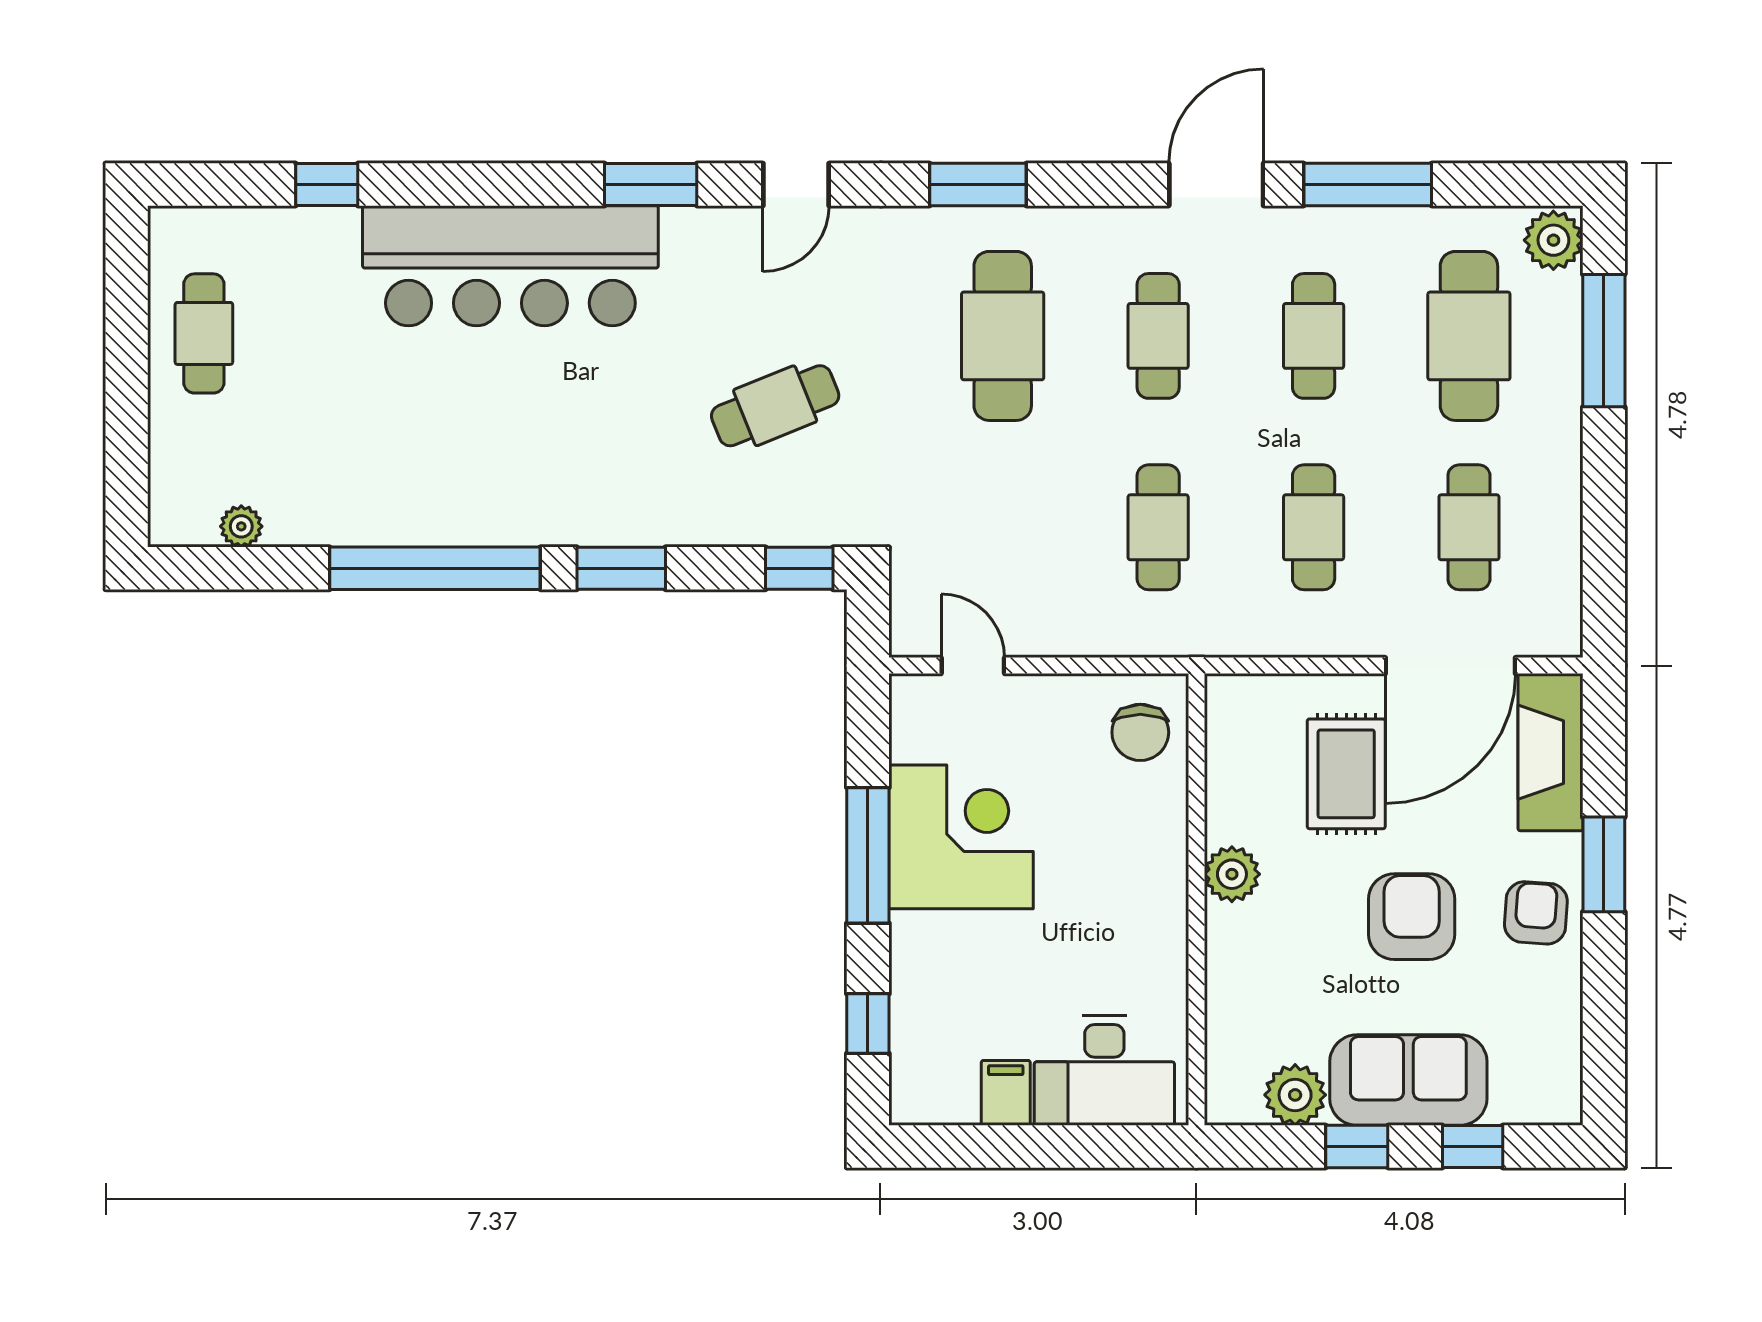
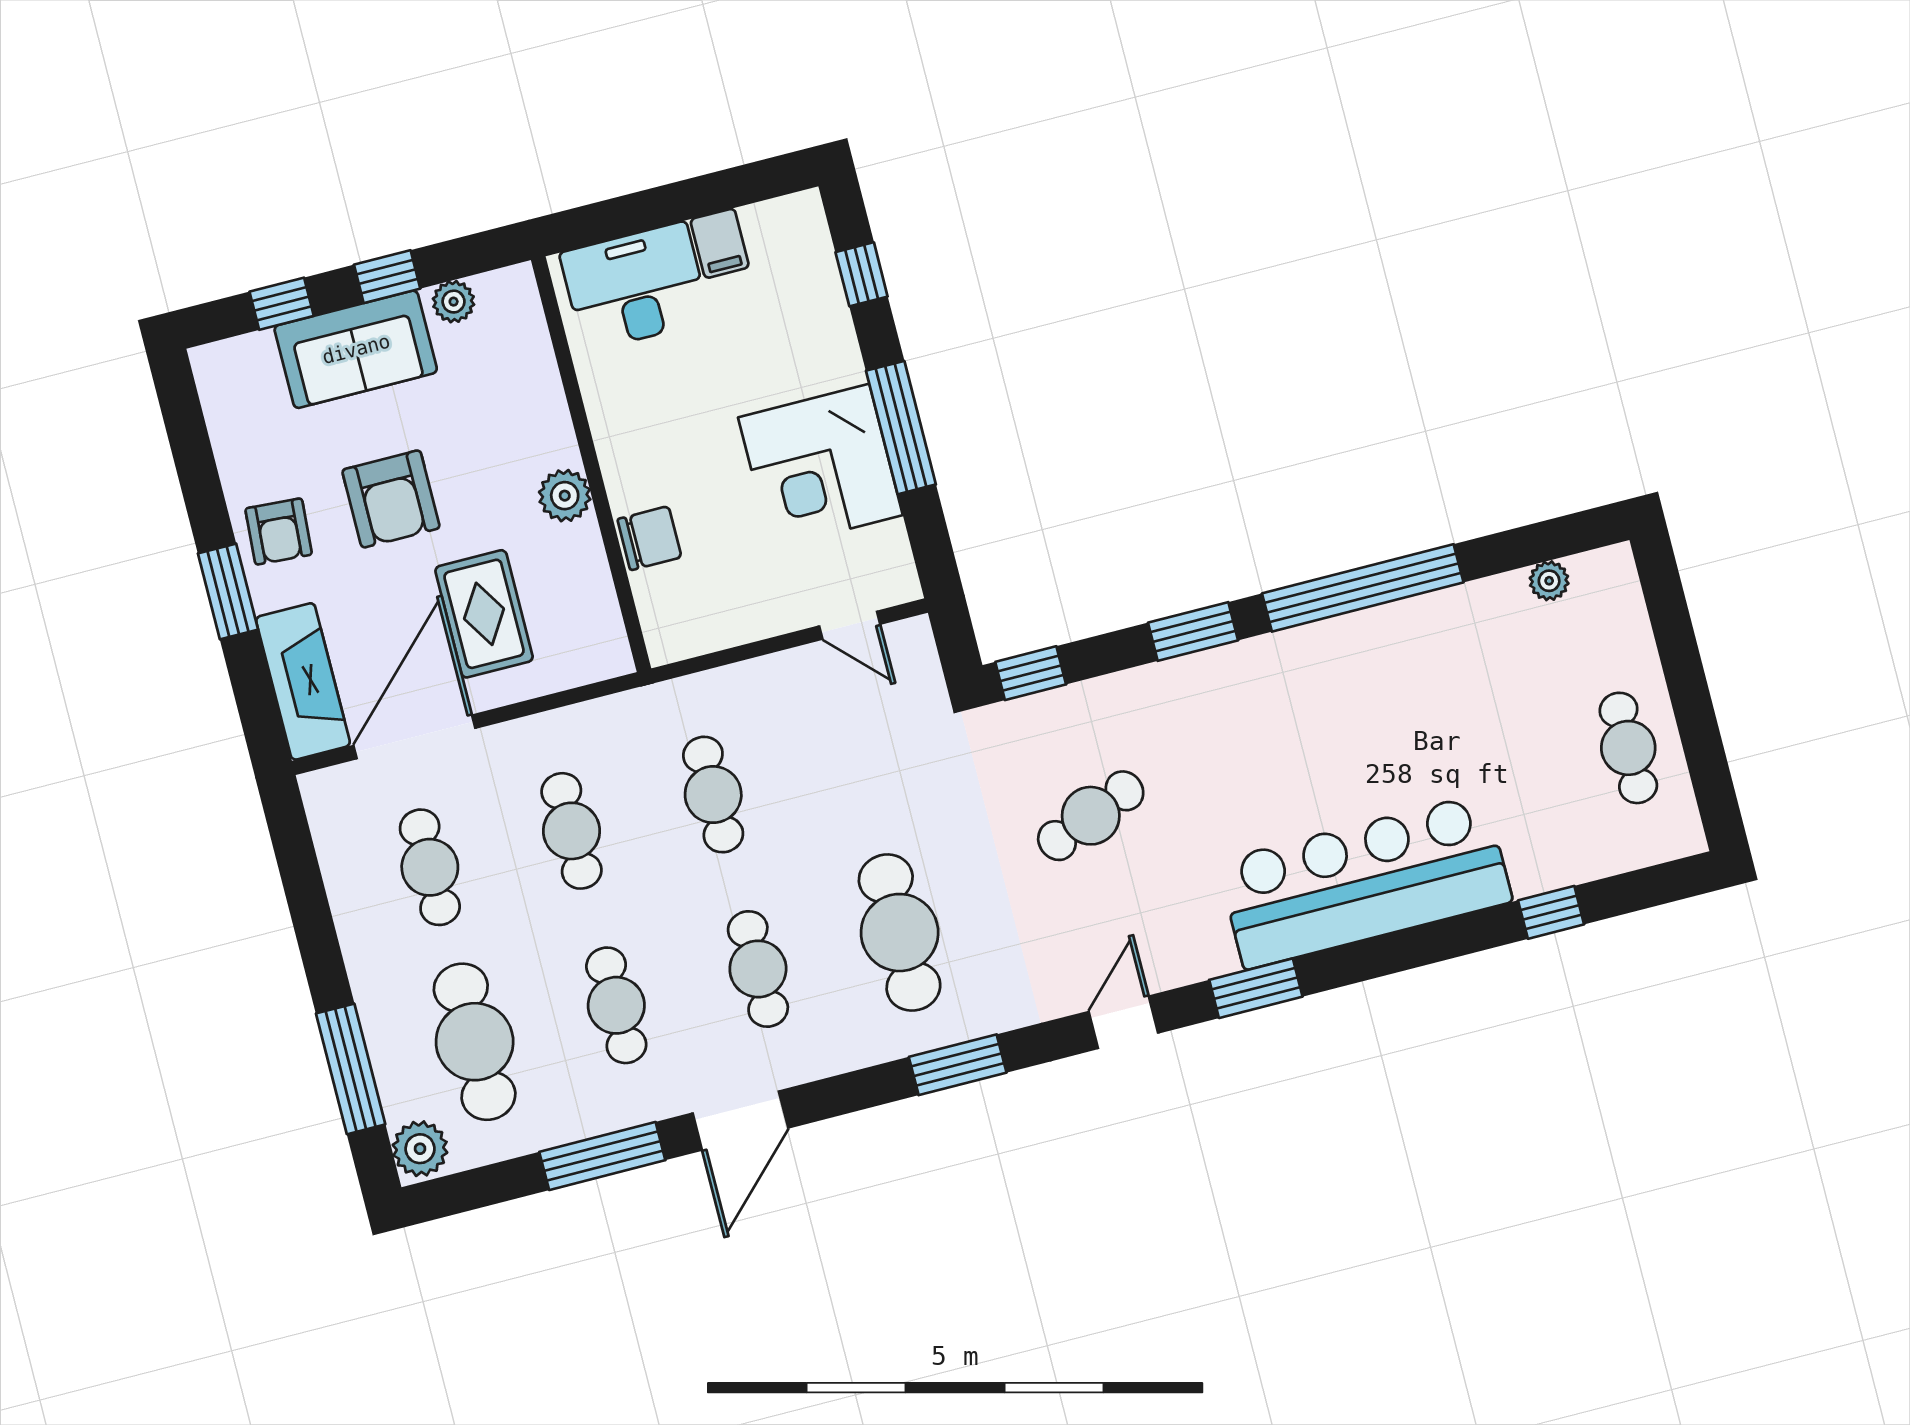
chair: (1140, 732) -> (649, 538), moved, turned 90
plant: (1295, 1095) -> (454, 302), width x0.73, depth x0.73

